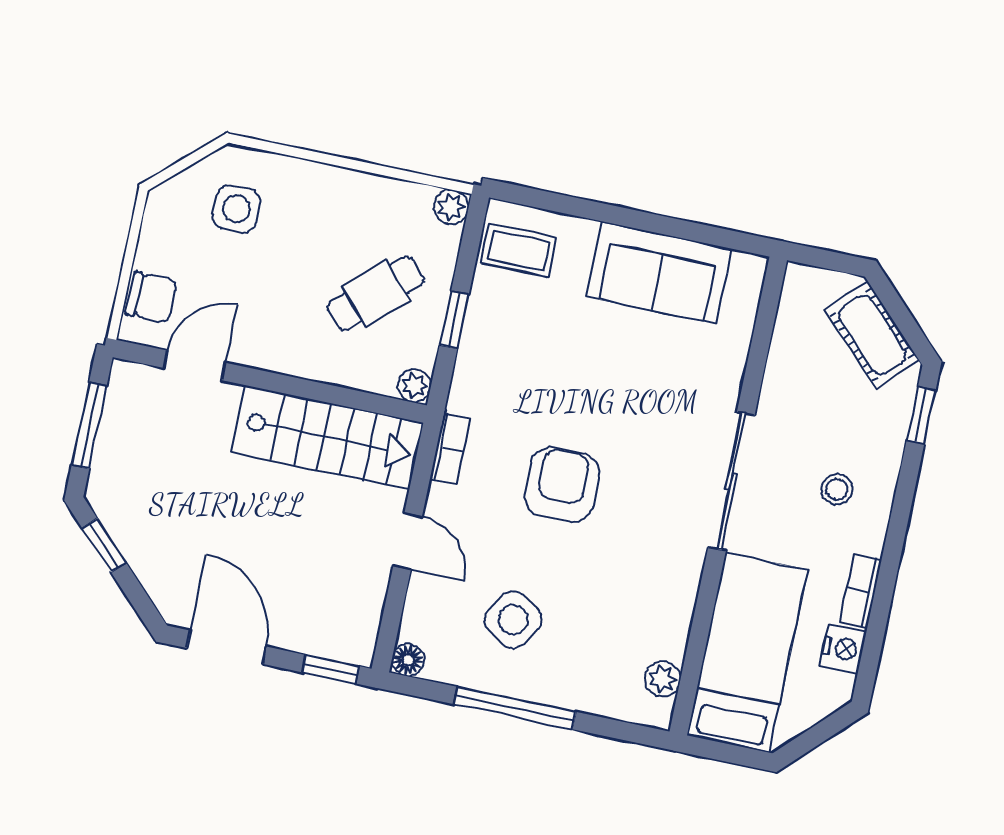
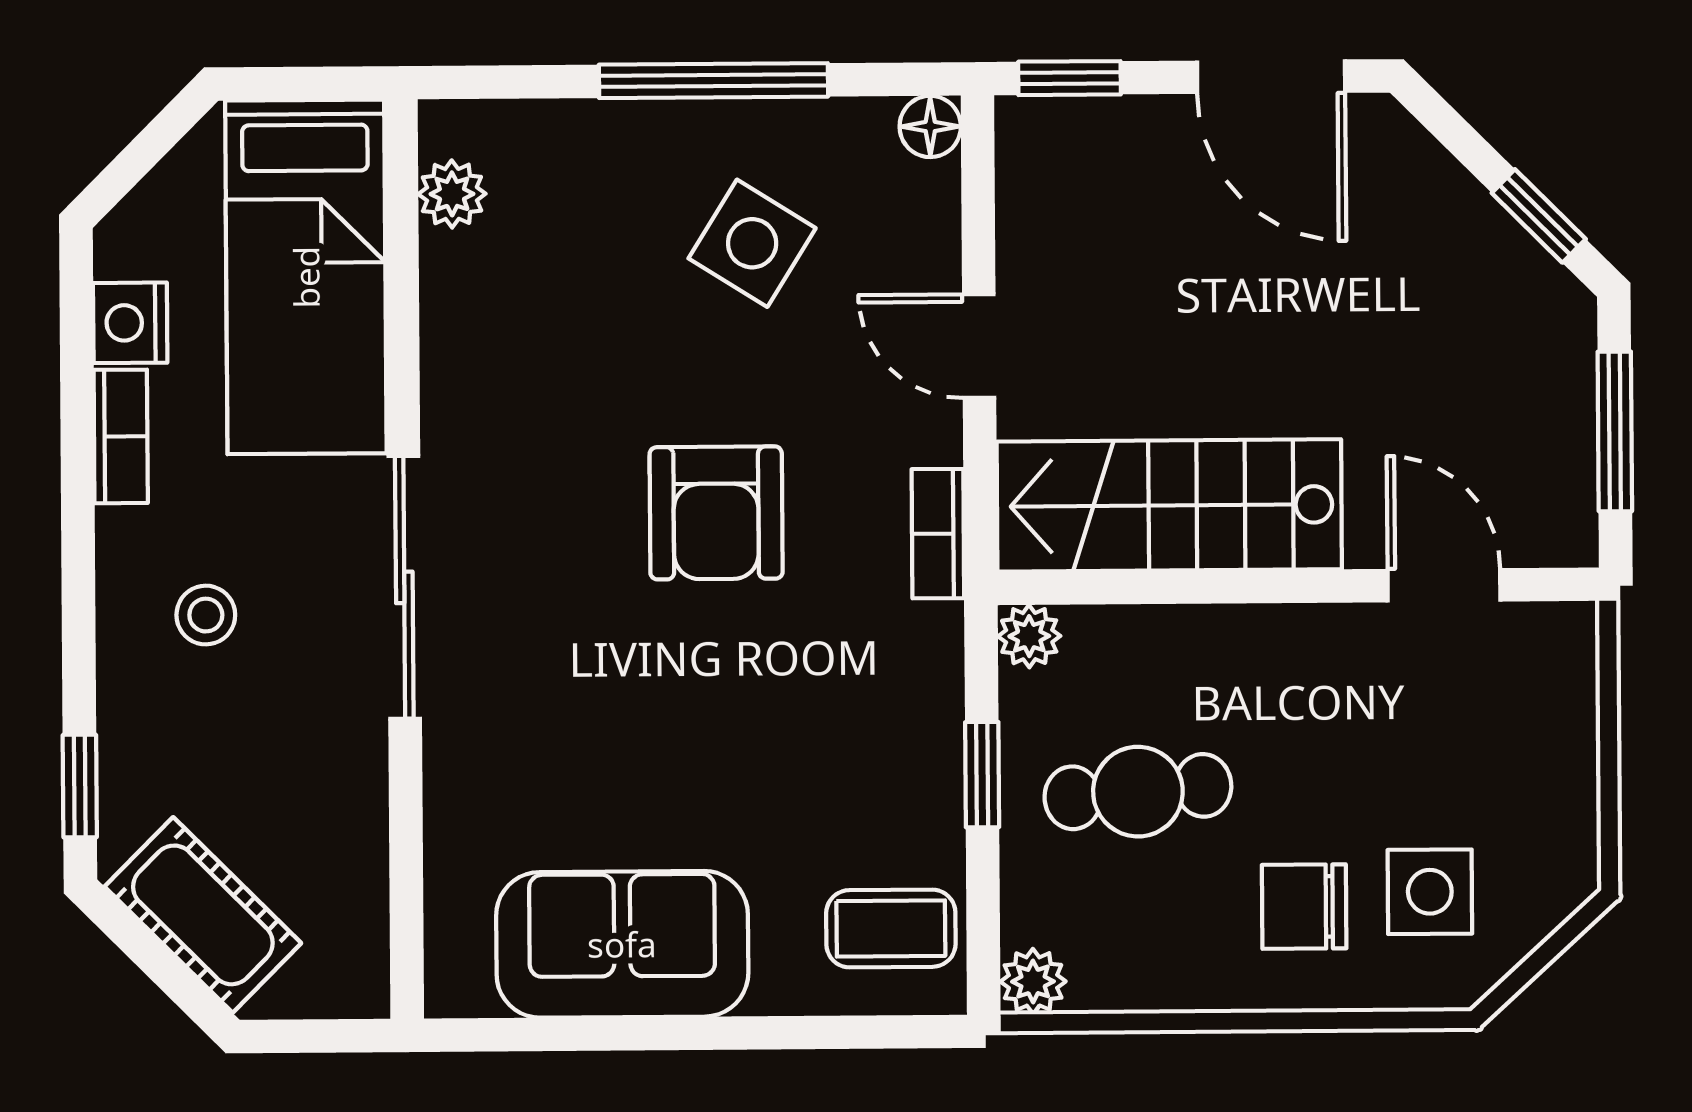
cafe table: (376, 293) -> (1138, 792), turned 38
chair: (152, 297) -> (1304, 907), moved
door: (195, 365) -> (1444, 585), swing flipped

